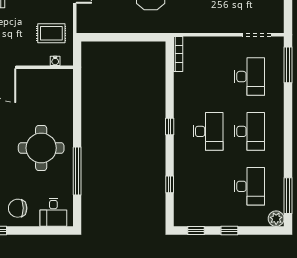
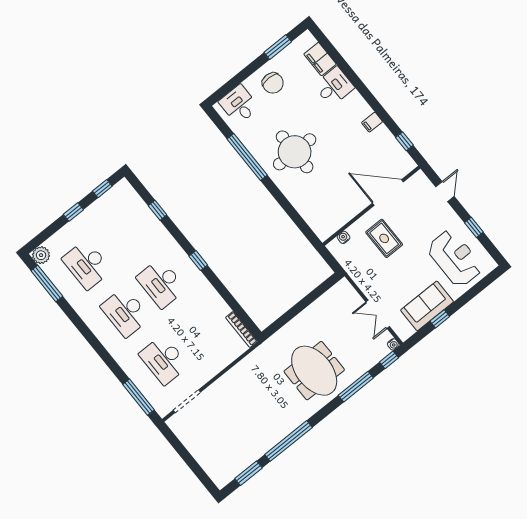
rug: (51, 33) -> (384, 238), moved, turned 90
chair: (18, 208) -> (273, 83), turned 90

